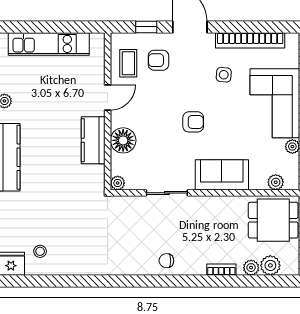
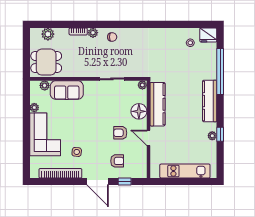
coffee table: (128, 63) -> (136, 159), removed
door: (108, 97) -> (148, 138), hinge flipped
armchair: (193, 122) -> (120, 133), moved
kitchen counter: (93, 140) -> (157, 104), width x1.50
sofa: (222, 175) -> (67, 90), moved
plant: (251, 268) -> (93, 33), moved

